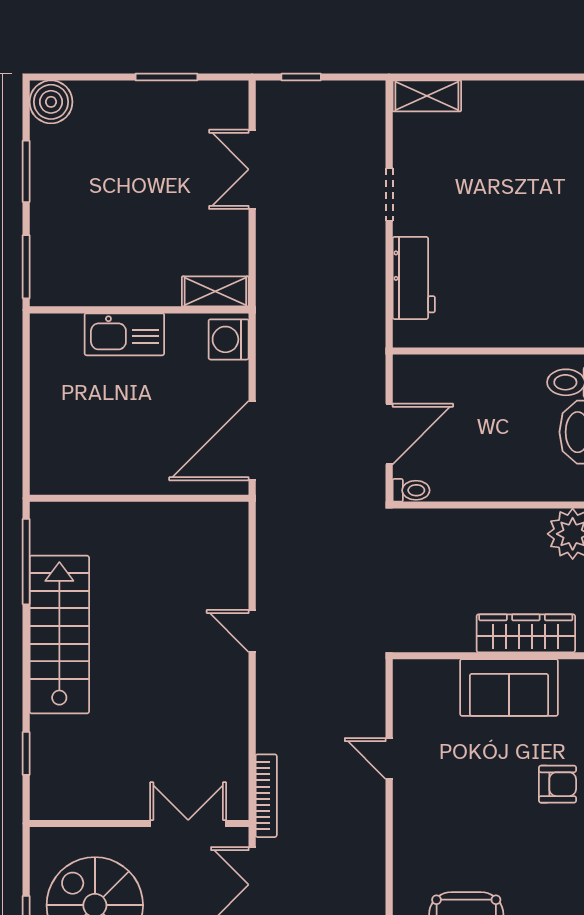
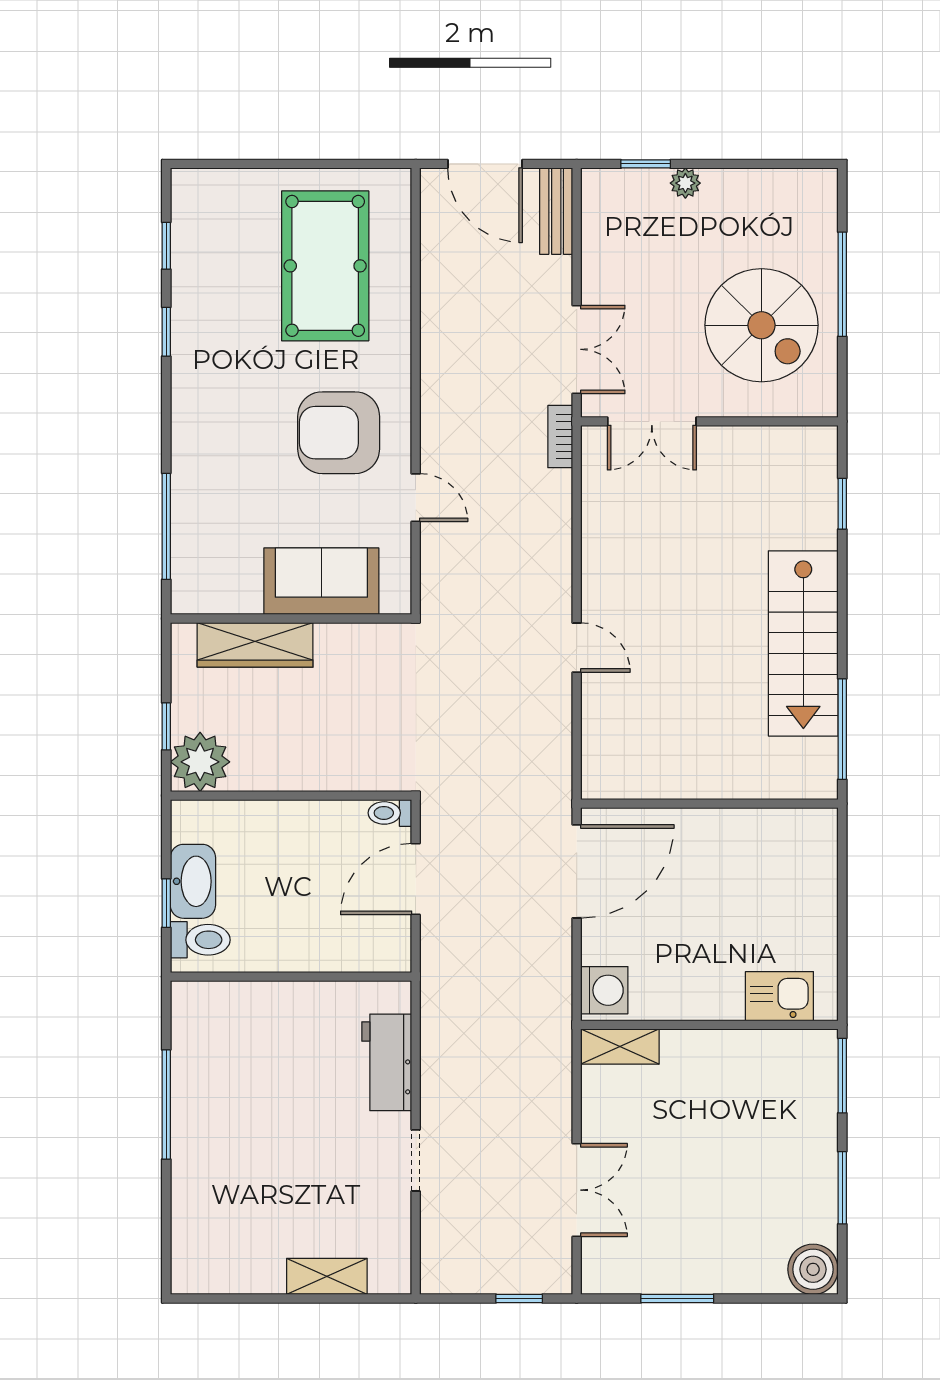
shelving: (427, 96) -> (327, 1276), moved
kitchen sink: (124, 334) -> (779, 996), moved, width x0.73
sofa: (509, 687) -> (321, 581), moved
armchair: (558, 784) -> (339, 433), moved, width x1.88, depth x1.88
bookcase: (266, 796) -> (560, 437), width x0.64

